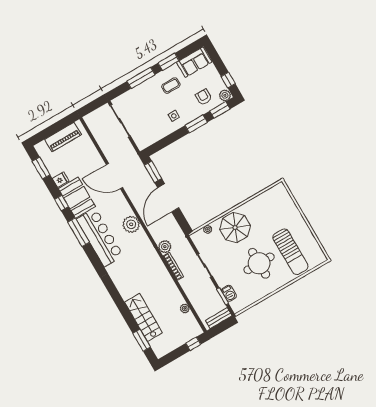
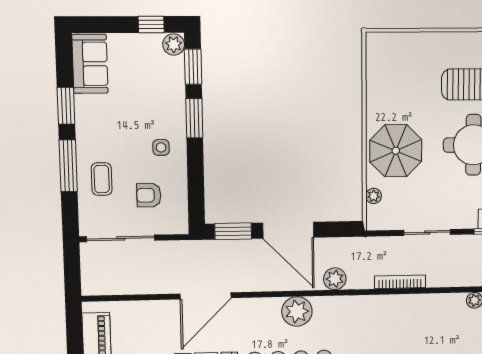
coffee table: (171, 86) -> (102, 179), moved
armchair: (204, 97) -> (149, 195), moved
plant: (165, 247) -> (335, 279), moved

